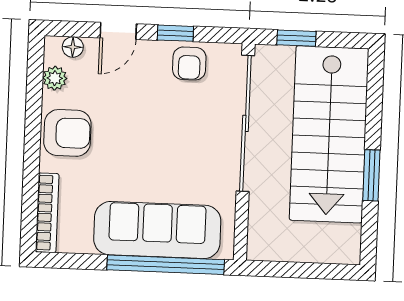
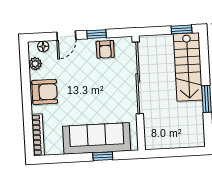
window: (296, 38) -> (182, 29), moved
stairs: (329, 134) -> (188, 67), width x0.73, depth x0.66
window: (166, 265) -> (103, 156), width x0.32

